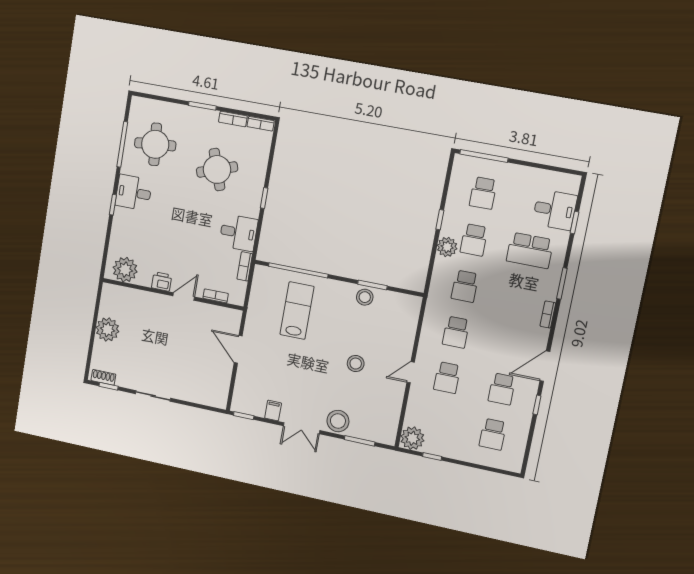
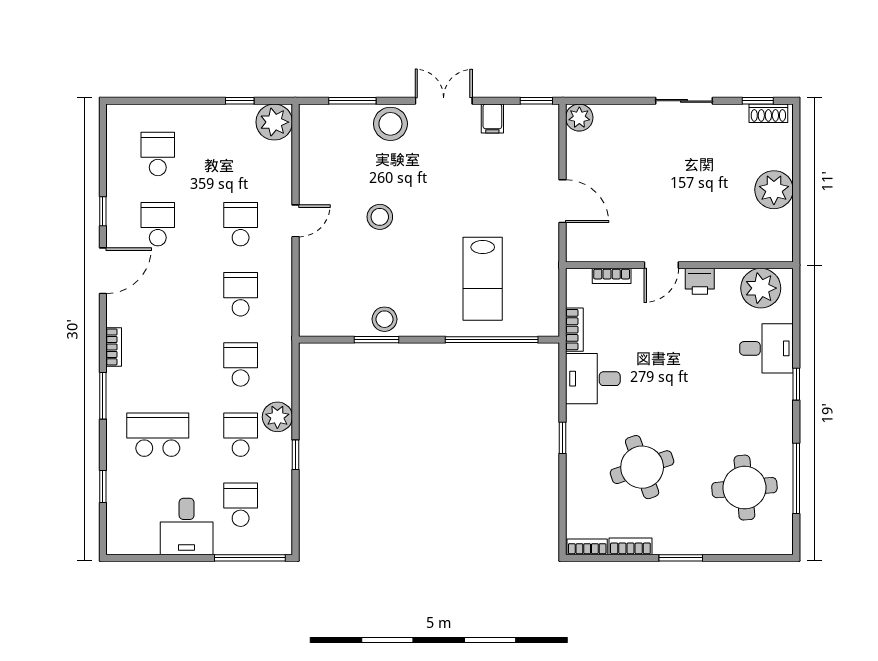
desk: (134, 193) -> (766, 348), moved
desk: (555, 210) -> (187, 526), moved, turned -90
plant: (219, 399) -> (579, 118), added

